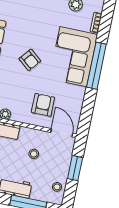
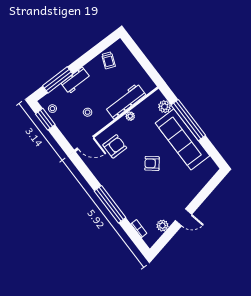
corner sofa: (73, 57) -> (129, 194), removed
armchair: (43, 105) -> (115, 146), turned -90
window: (75, 168) -> (45, 119), moved

